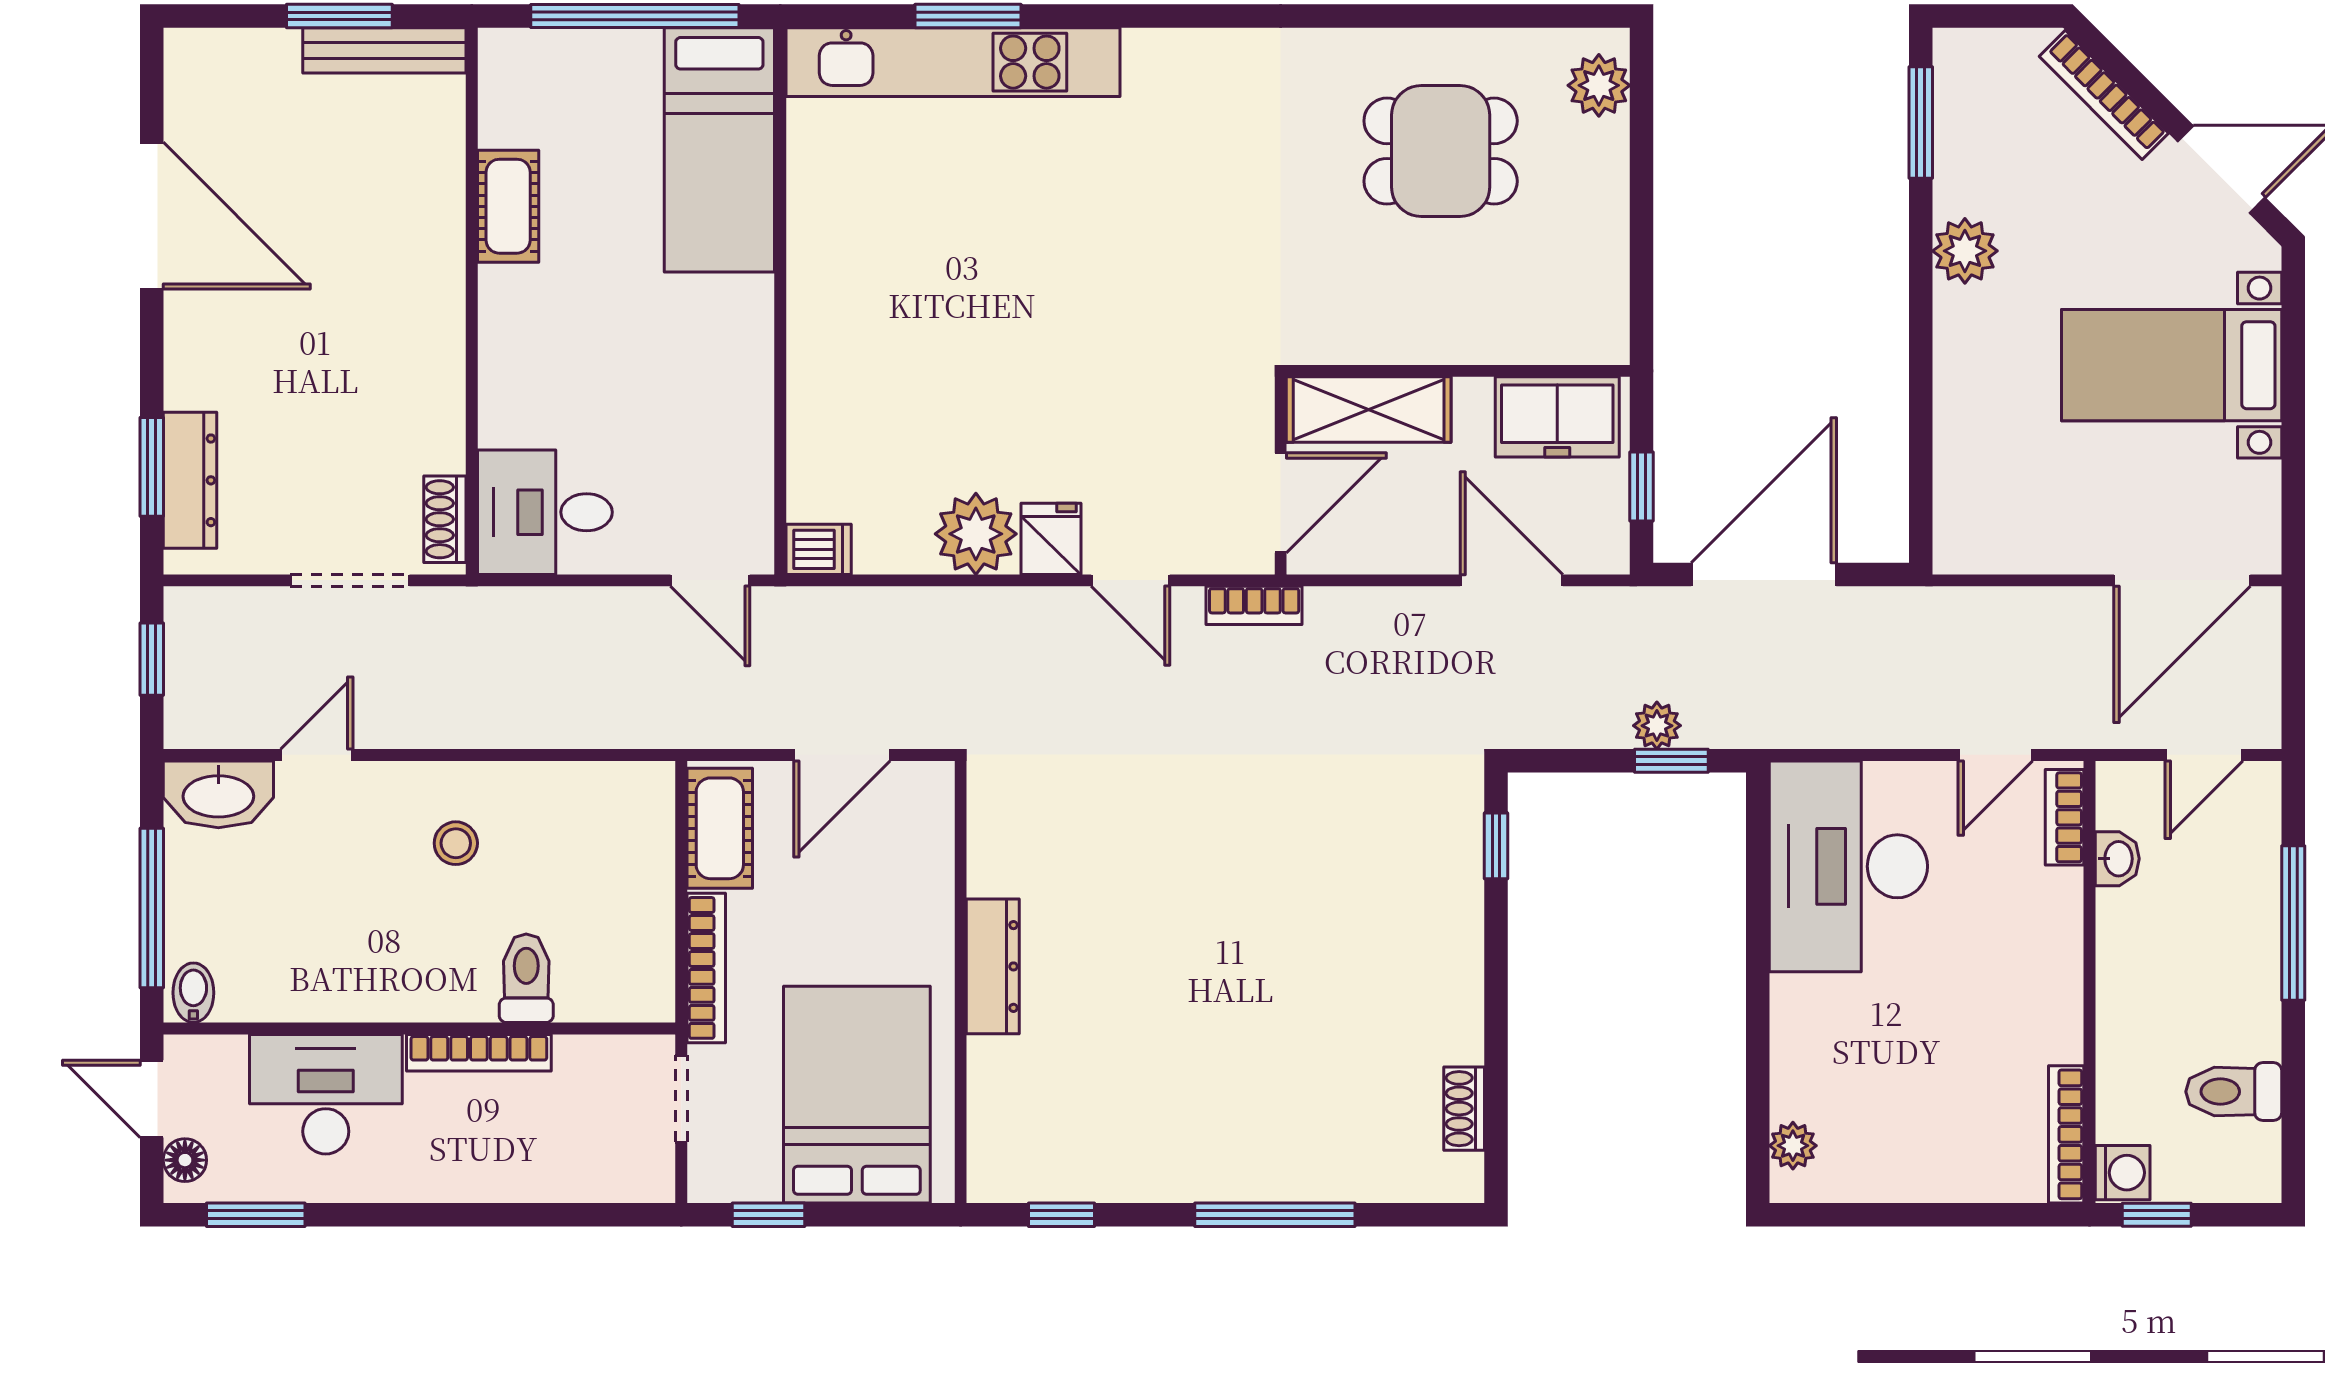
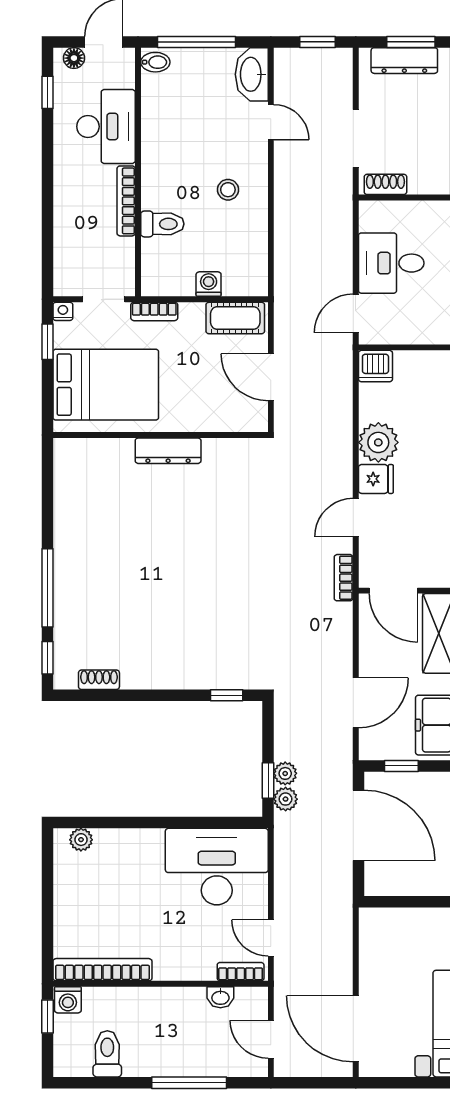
desk: (545, 512) -> (391, 263), moved, turned -90
dishwasher: (819, 549) -> (375, 366), width x1.38
plant: (1709, 725) -> (286, 799), added
washing machine: (650, 883) -> (209, 284), added
bookcase: (706, 968) -> (154, 311), width x0.64
bookcase: (2066, 1134) -> (102, 970), width x1.48, depth x1.31
nightstand: (706, 1183) -> (63, 311), added
window: (256, 1215) -> (47, 92), width x0.67
window: (1061, 1215) -> (47, 658), moved

